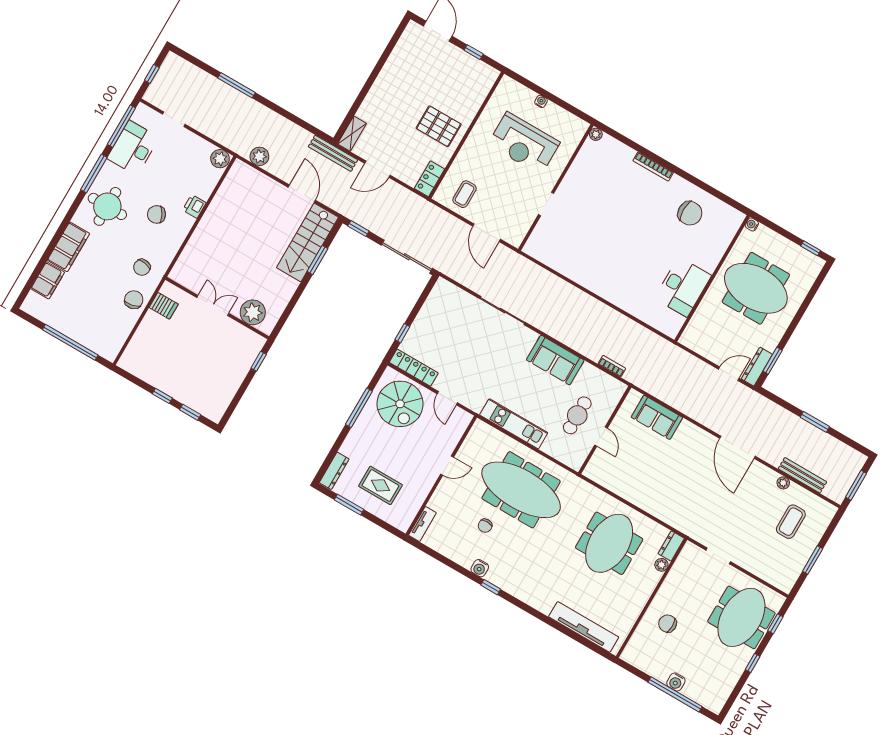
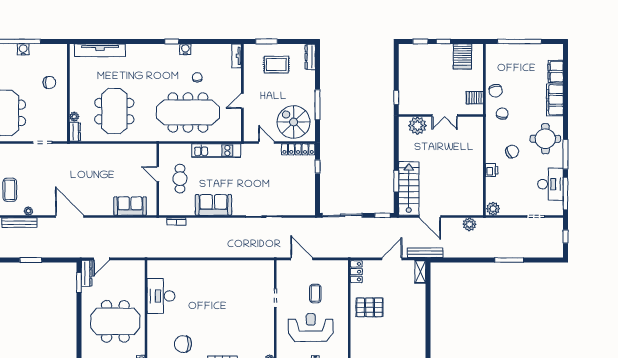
coffee table: (465, 194) -> (315, 294), moved
server rack: (150, 364) -> (462, 56), added
window: (349, 505) -> (266, 41), moved

